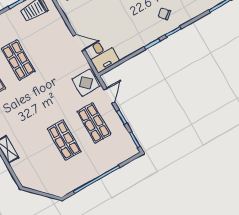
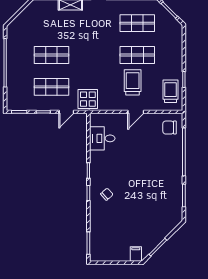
door: (79, 43) -> (136, 112), moved
trolley: (46, 50) -> (133, 82), added
desk: (102, 55) -> (102, 138), moved
door: (109, 96) -> (66, 112), hinge flipped

